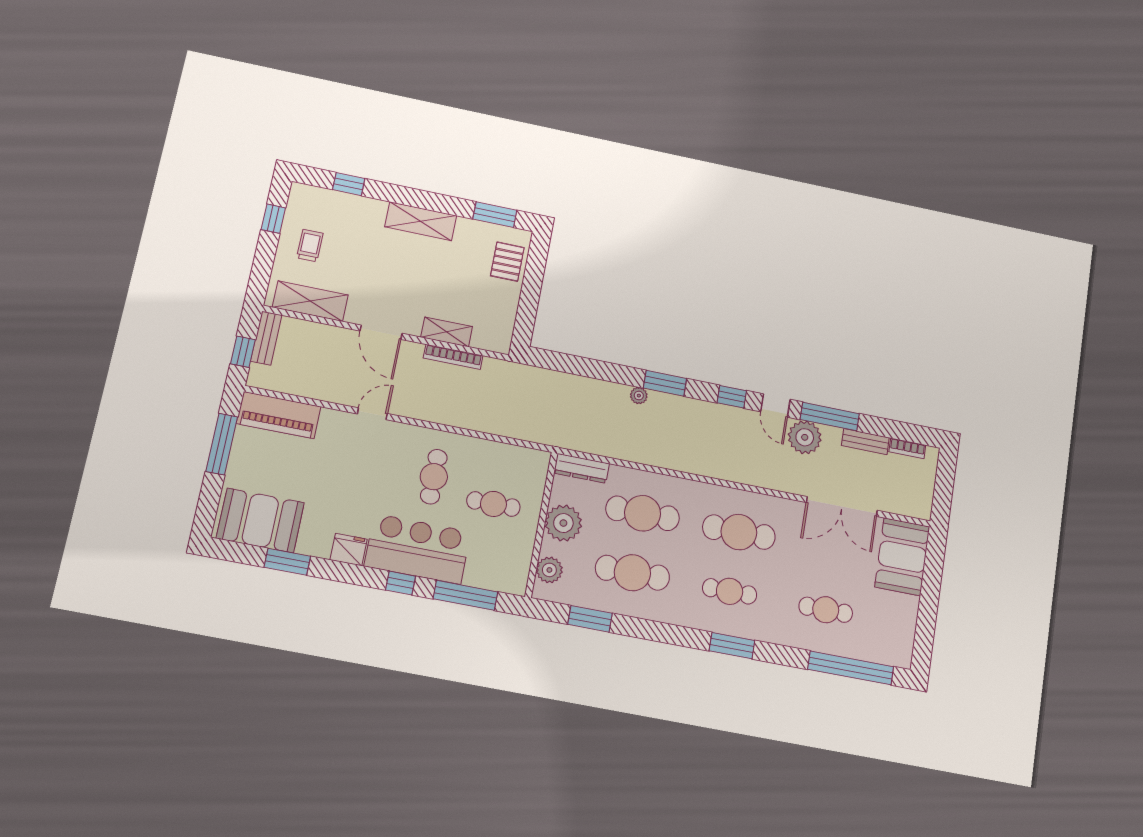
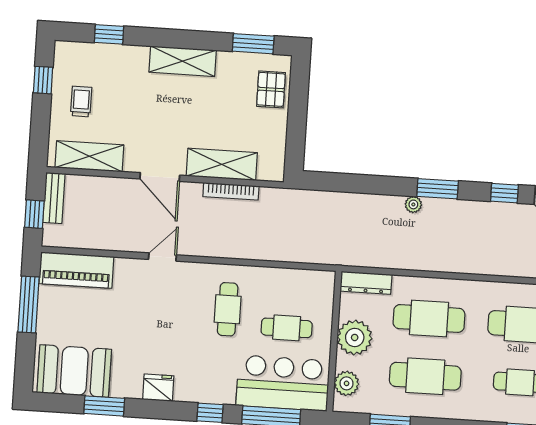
shelving: (447, 332) -> (222, 164), width x1.50, depth x1.33
bar counter: (417, 549) -> (283, 383), moved

